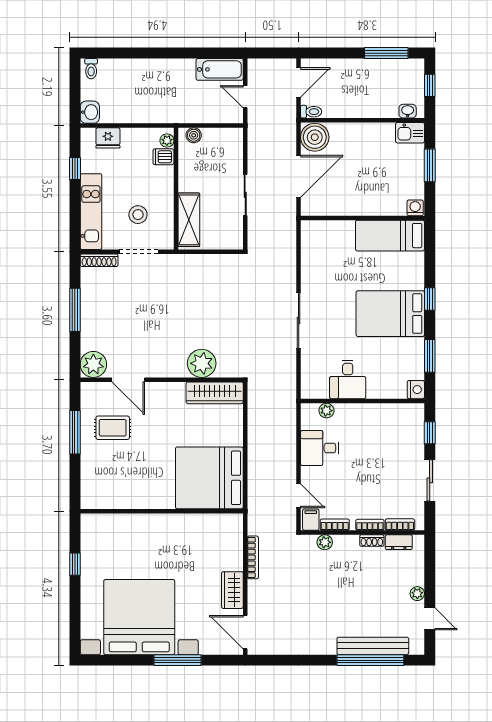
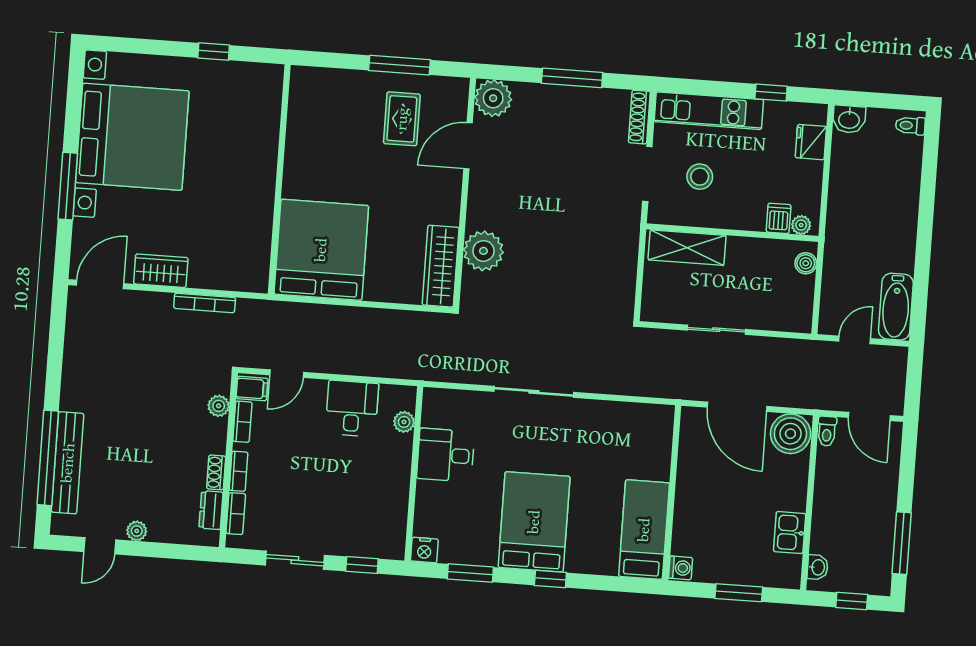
kitchen sink: (410, 133) -> (790, 533), moved

